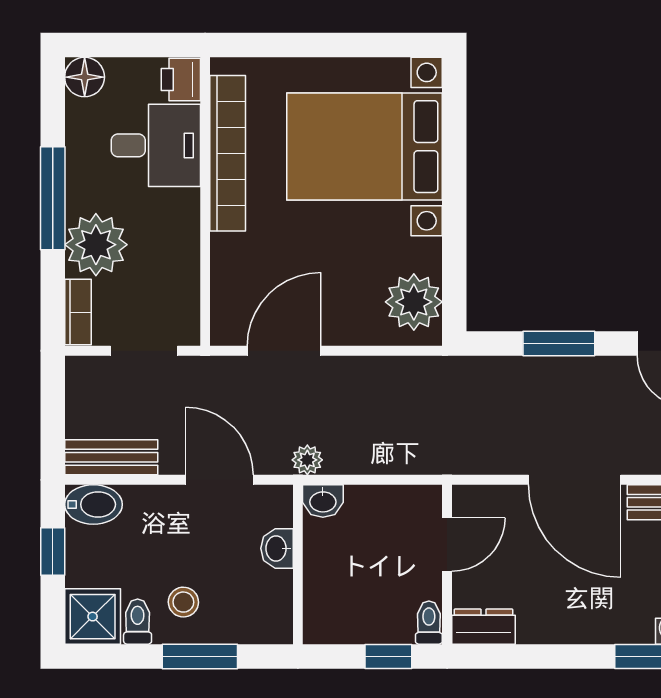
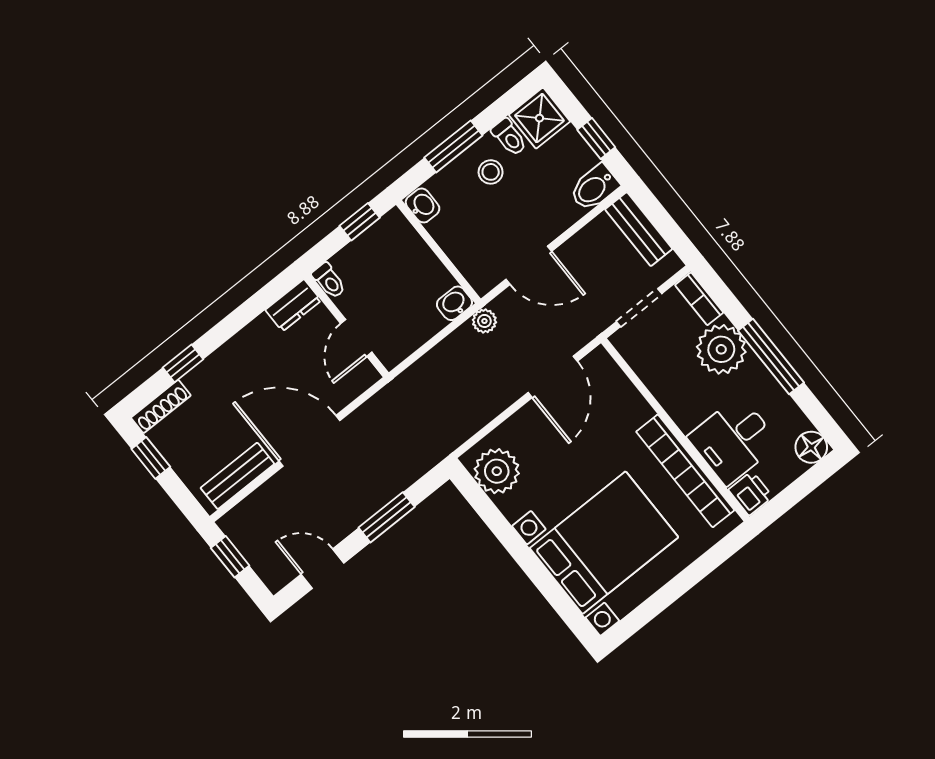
bench: (111, 457) -> (639, 229), moved, turned 90
washbasin: (277, 548) -> (423, 205), moved
window: (388, 656) -> (360, 222), moved

